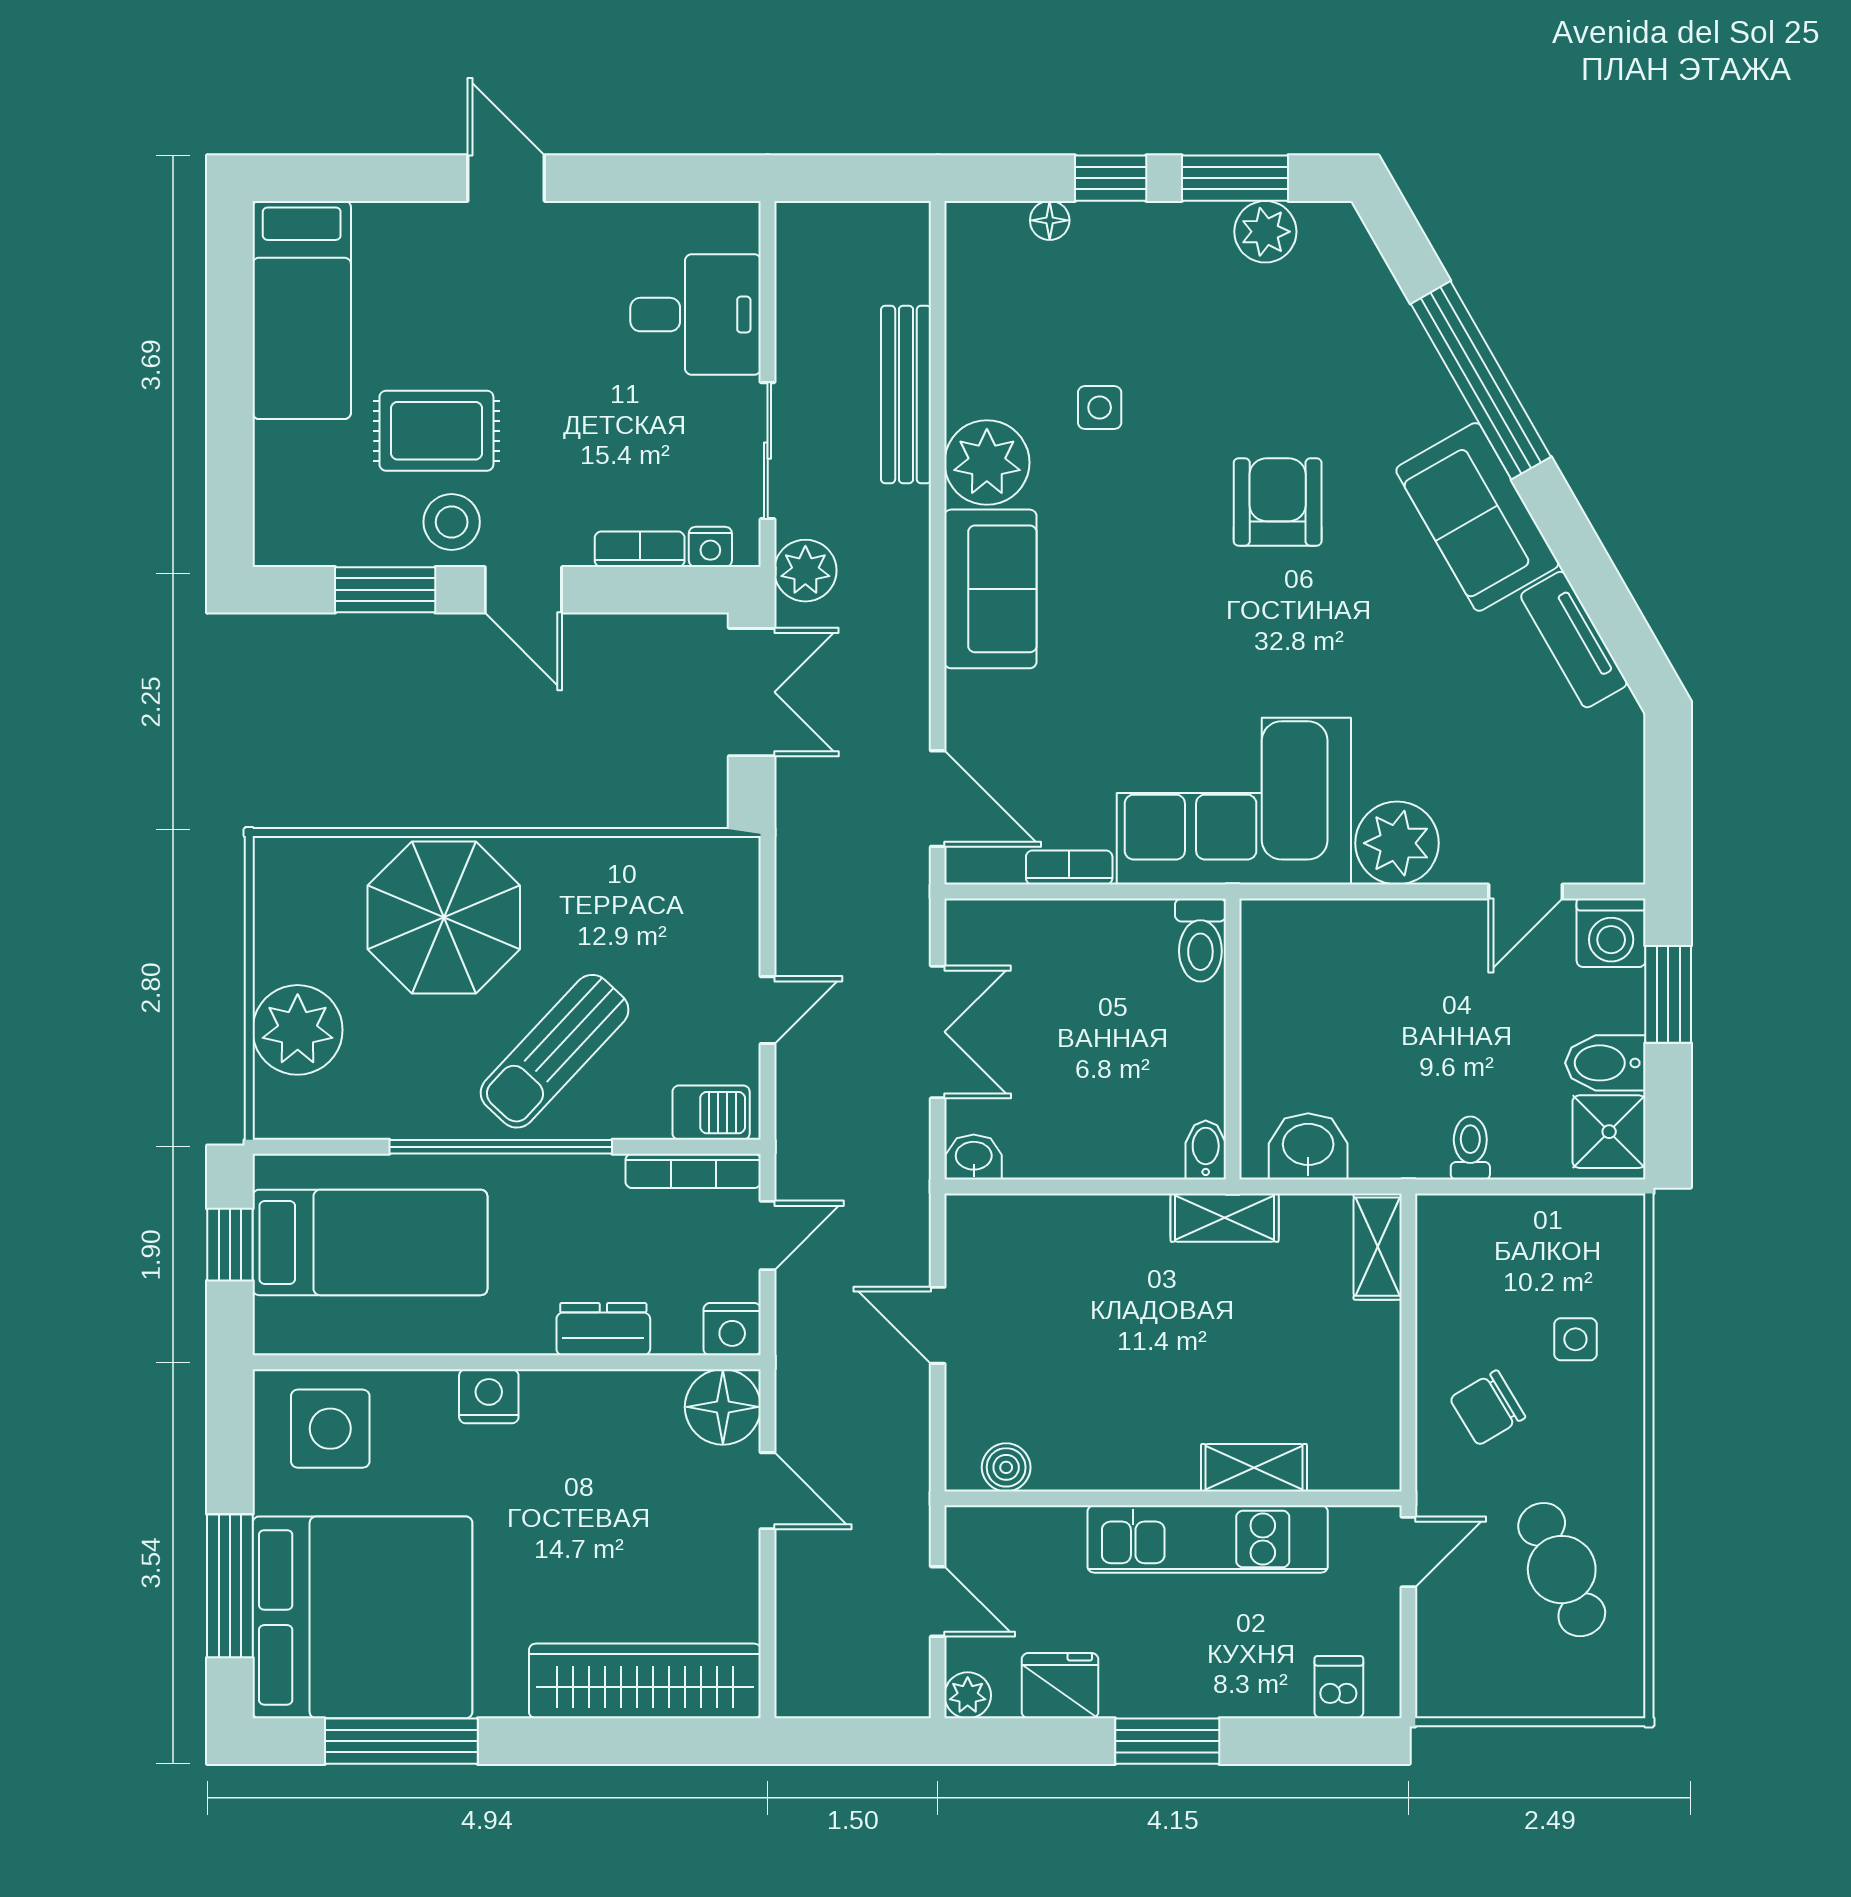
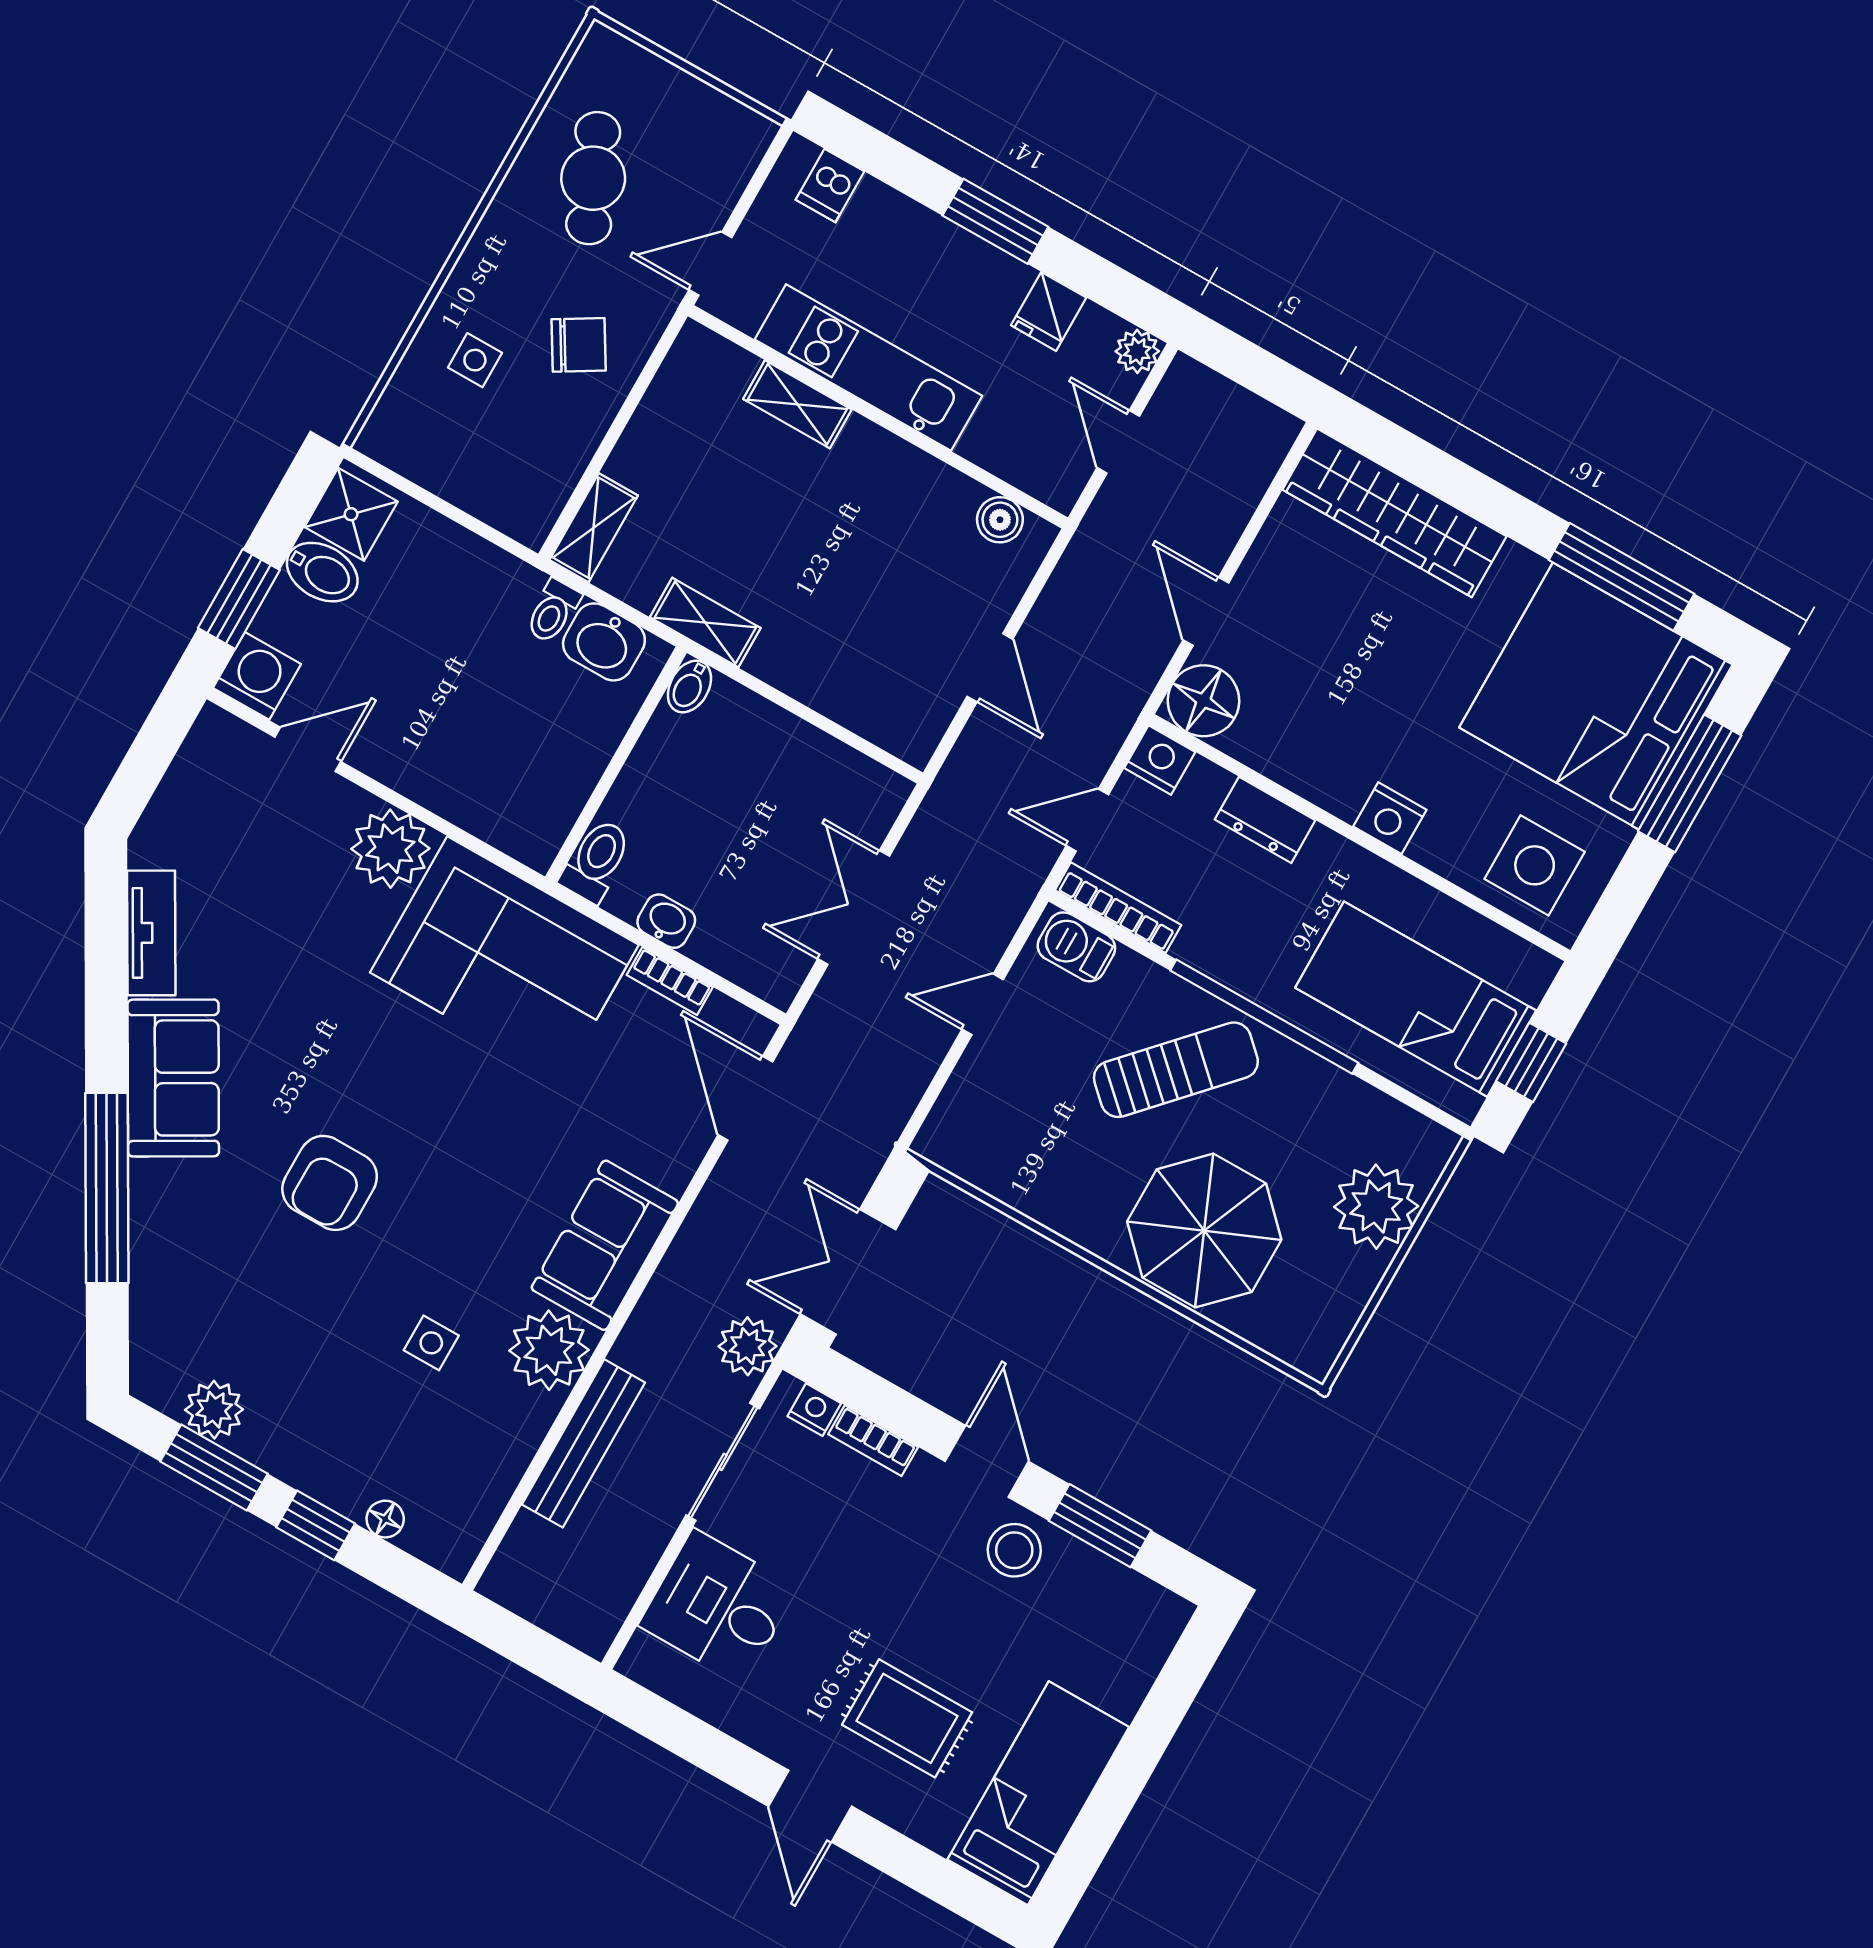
rug: (436, 431) -> (907, 1718), moved
toilet: (1470, 1148) -> (553, 611), moved
washbasin: (974, 1157) -> (666, 921), moved, turned 180
fridge: (1060, 1686) -> (1049, 311), width x0.72

